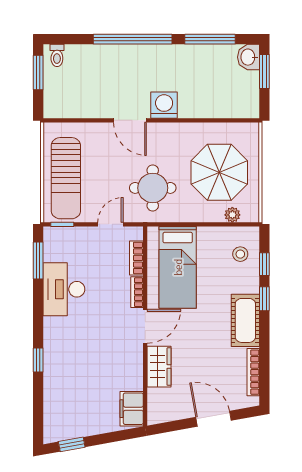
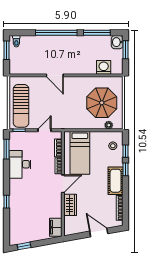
washing machine: (164, 105) -> (104, 67), moved
round table: (153, 188) -> (67, 111), removed

